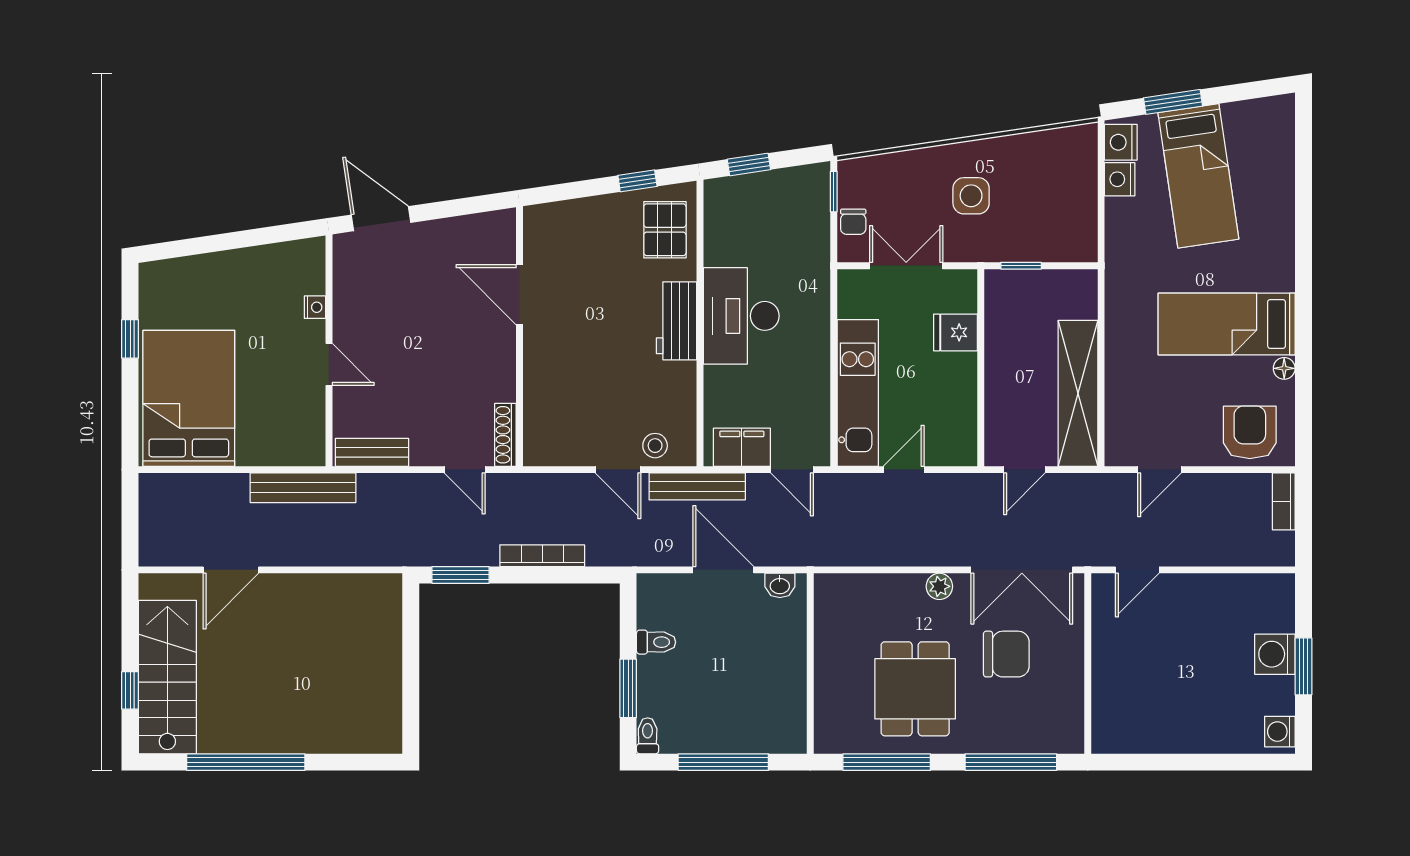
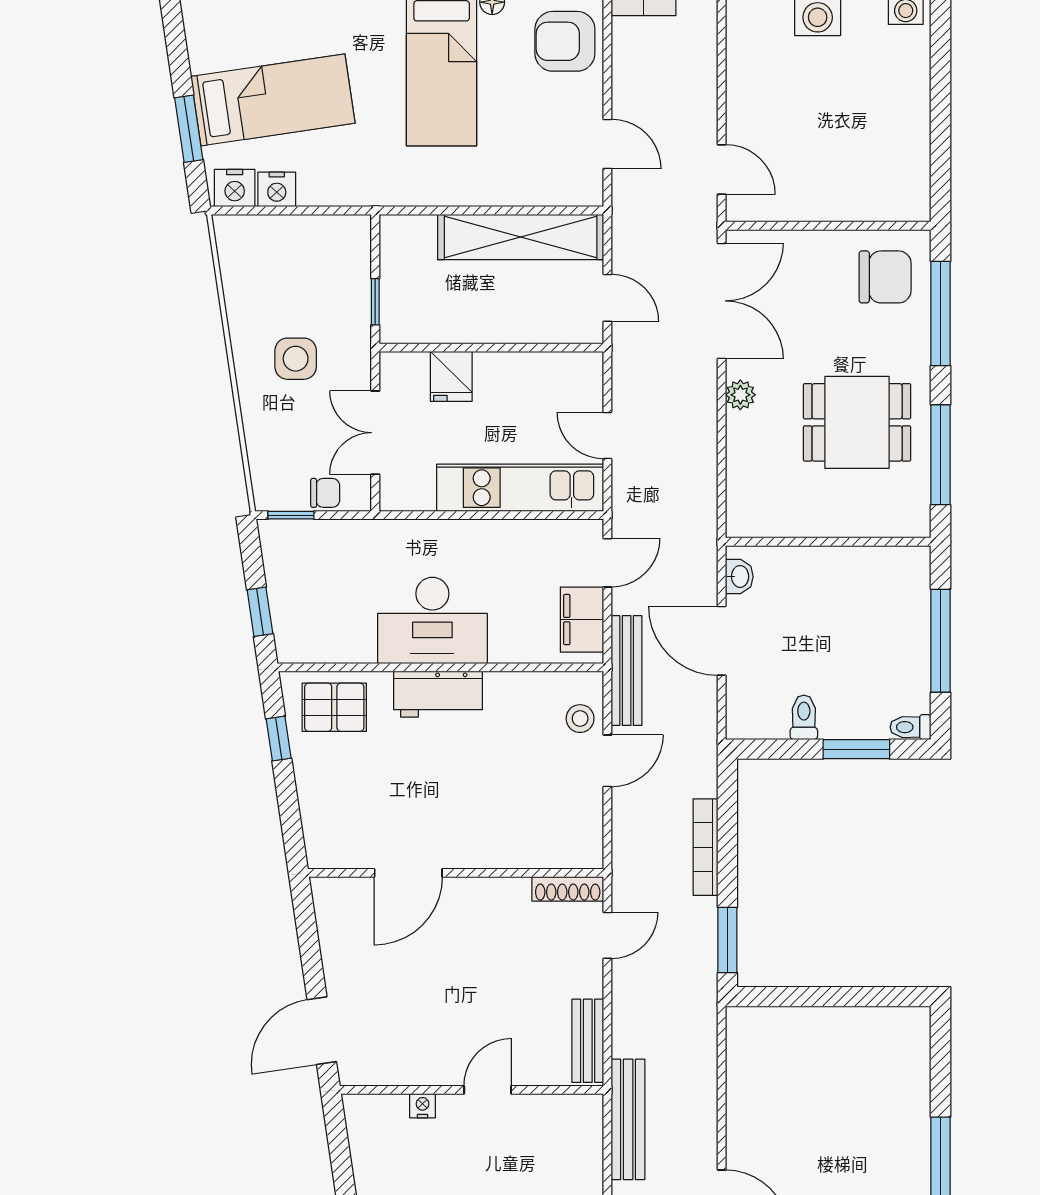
door: (723, 570) -> (722, 641), hinge flipped
chair: (1006, 654) -> (885, 277), moved, turned 90

